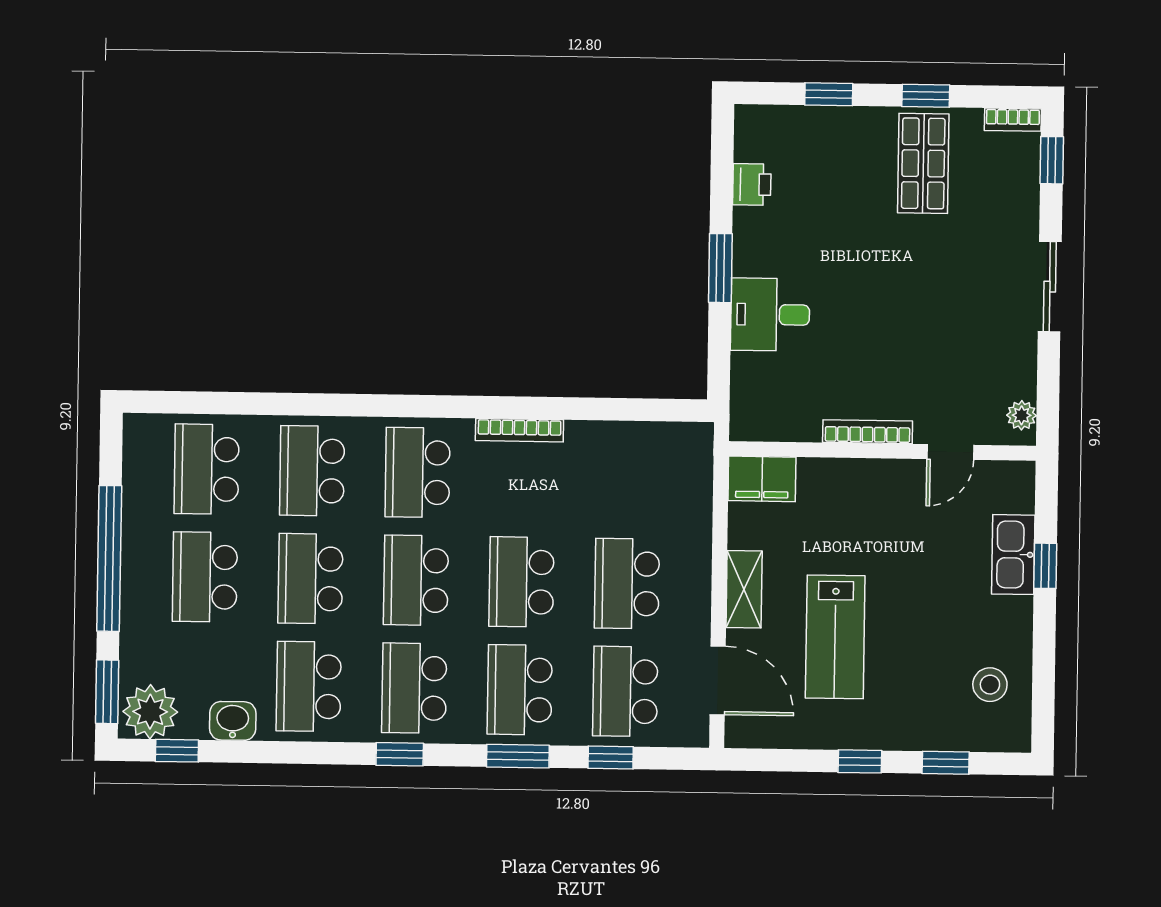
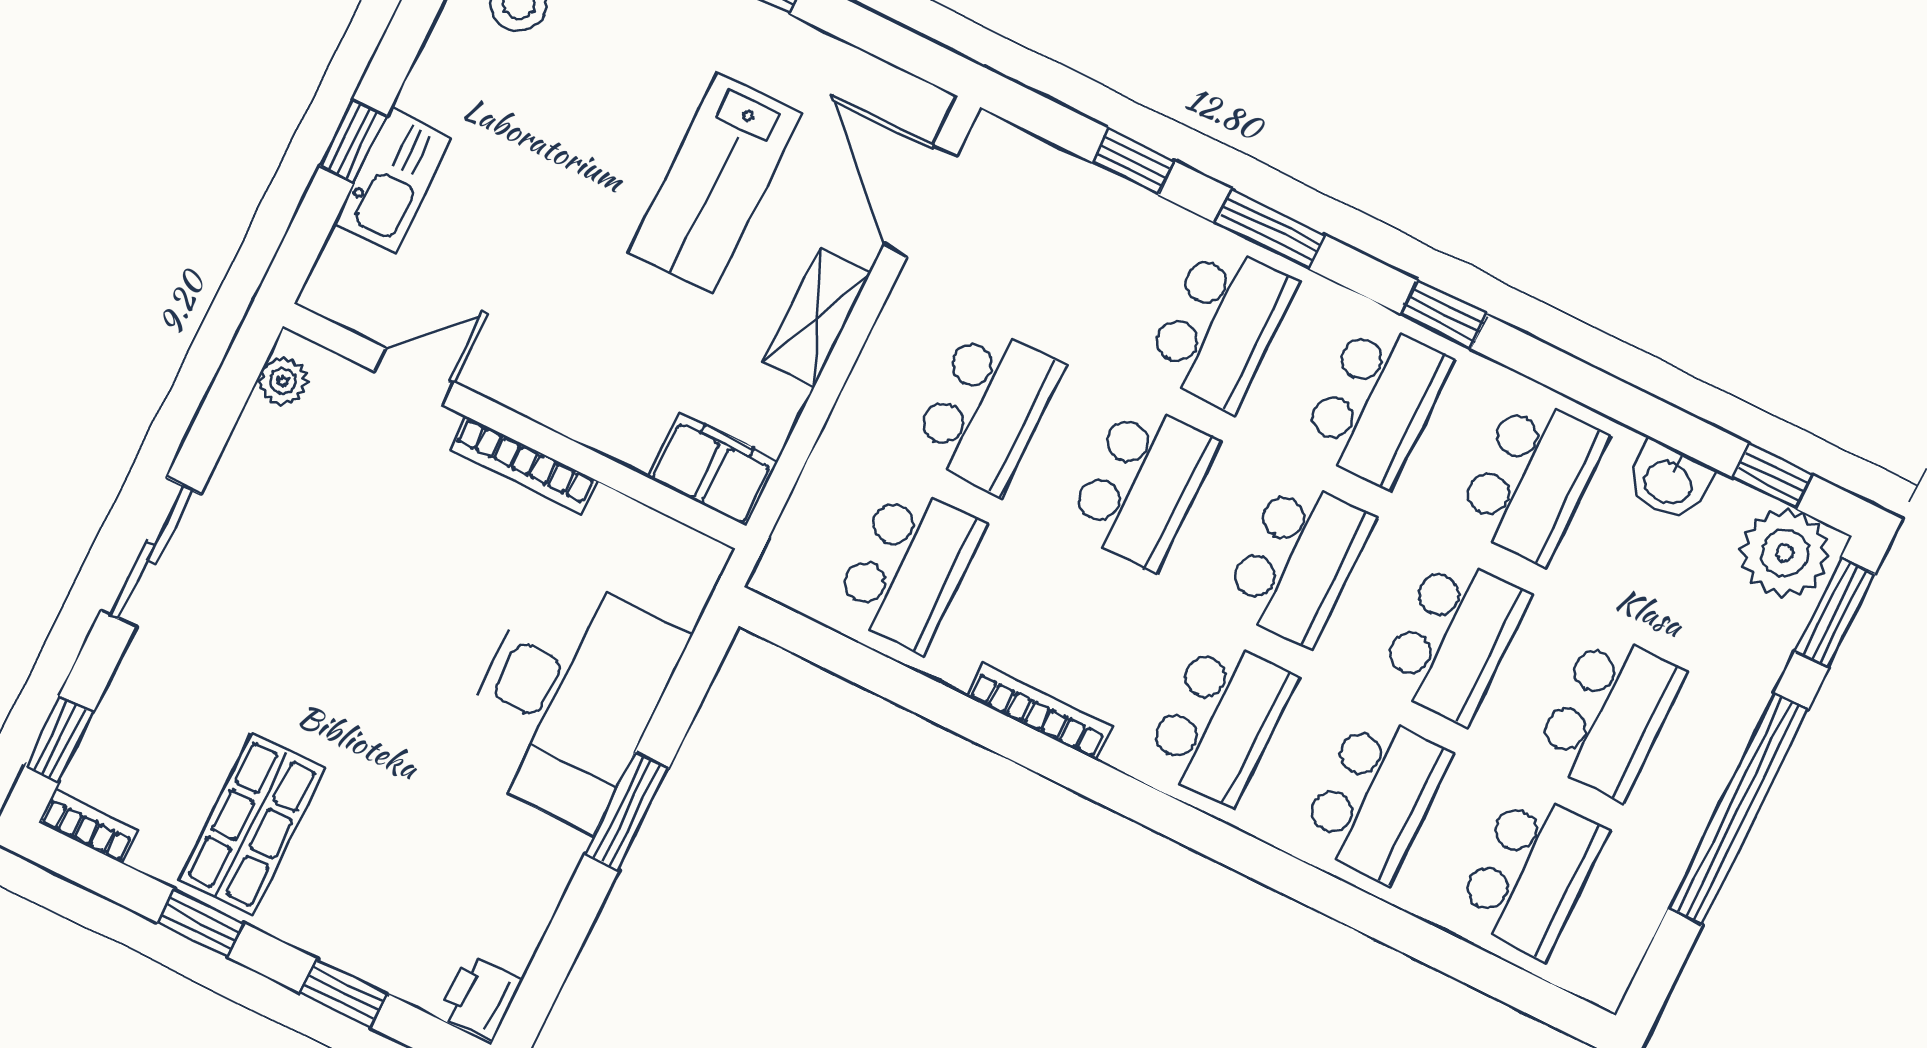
printer: (752, 184) -> (480, 997), moved
desk: (770, 315) -> (568, 699), width x1.87, depth x1.30
lab bench: (835, 637) -> (715, 183), turned 180
school desk: (625, 691) -> (909, 567), moved

